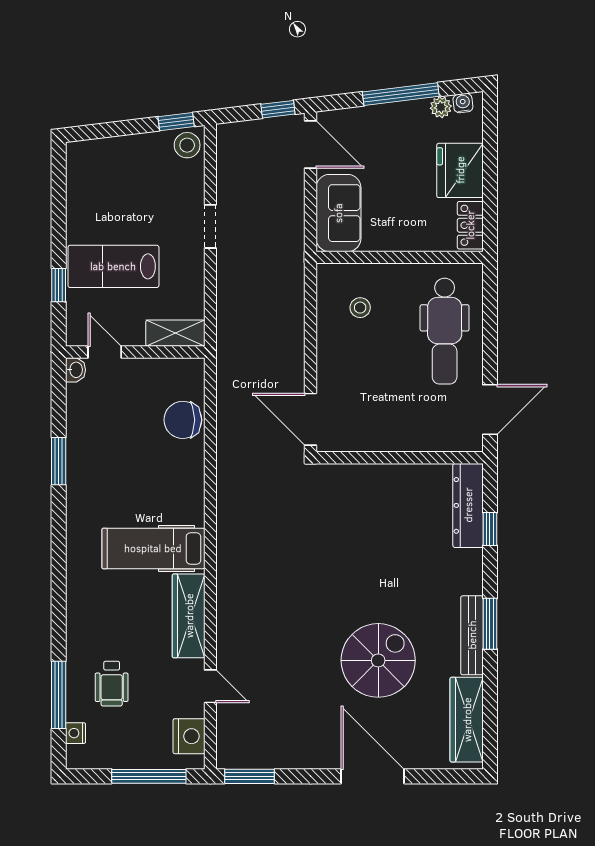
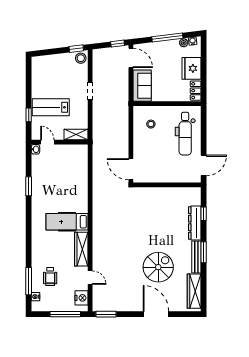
chair: (183, 420) -> (79, 170), removed
dresser: (468, 505) -> (195, 223), moved

